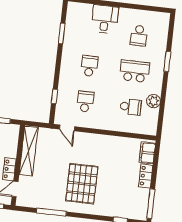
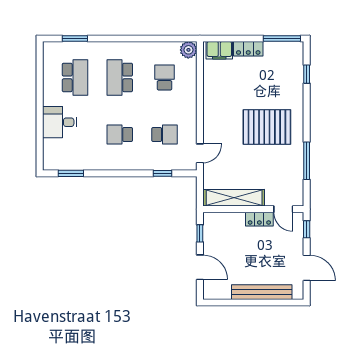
window: (62, 33) -> (71, 173), moved
school desk: (139, 36) -> (75, 77), width x1.85
window: (167, 61) -> (75, 38), moved
plant: (154, 101) -> (188, 50), moved
school desk: (85, 102) -> (165, 134), turned 180

